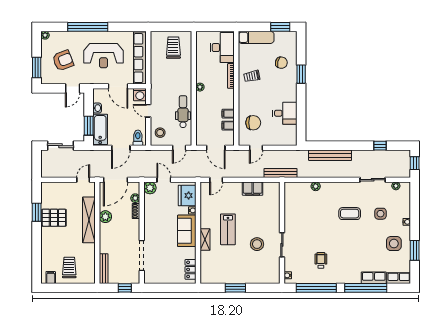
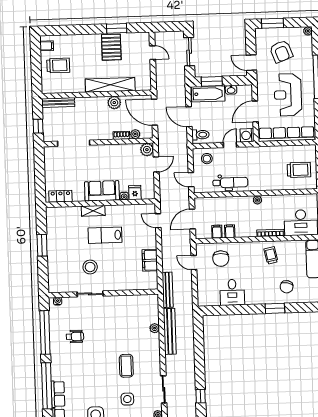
bench: (330, 155) -> (170, 331), moved
door: (83, 180) -> (153, 53), moved
fridge: (187, 195) -> (135, 193), width x0.53, depth x0.75

